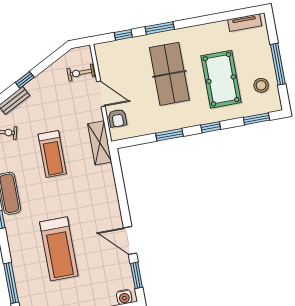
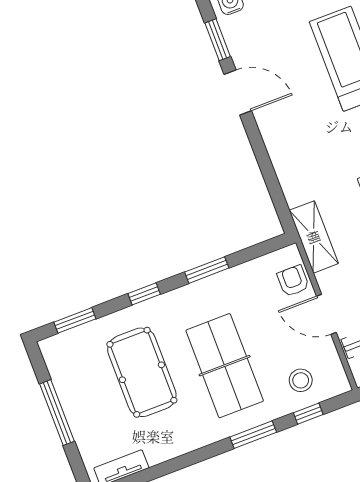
stool: (261, 85) -> (301, 380), moved

